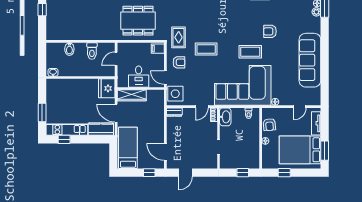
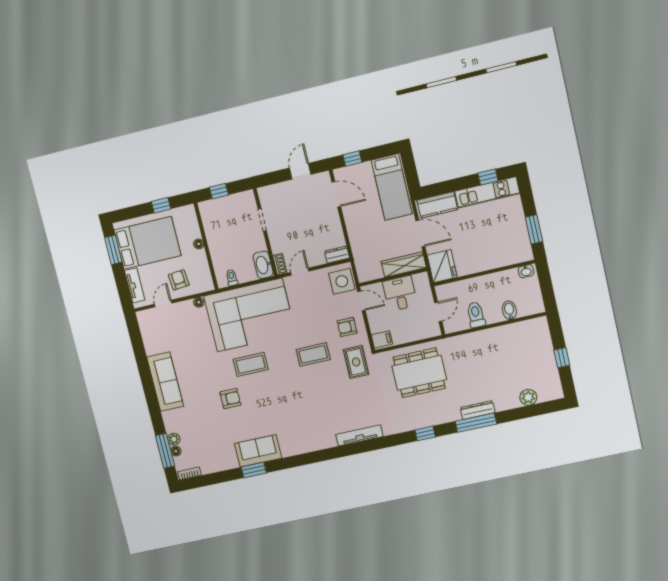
sofa: (310, 60) -> (165, 382), width x0.74, depth x0.79
window: (42, 112) -> (534, 229), moved
armchair: (269, 125) -> (179, 280), moved

